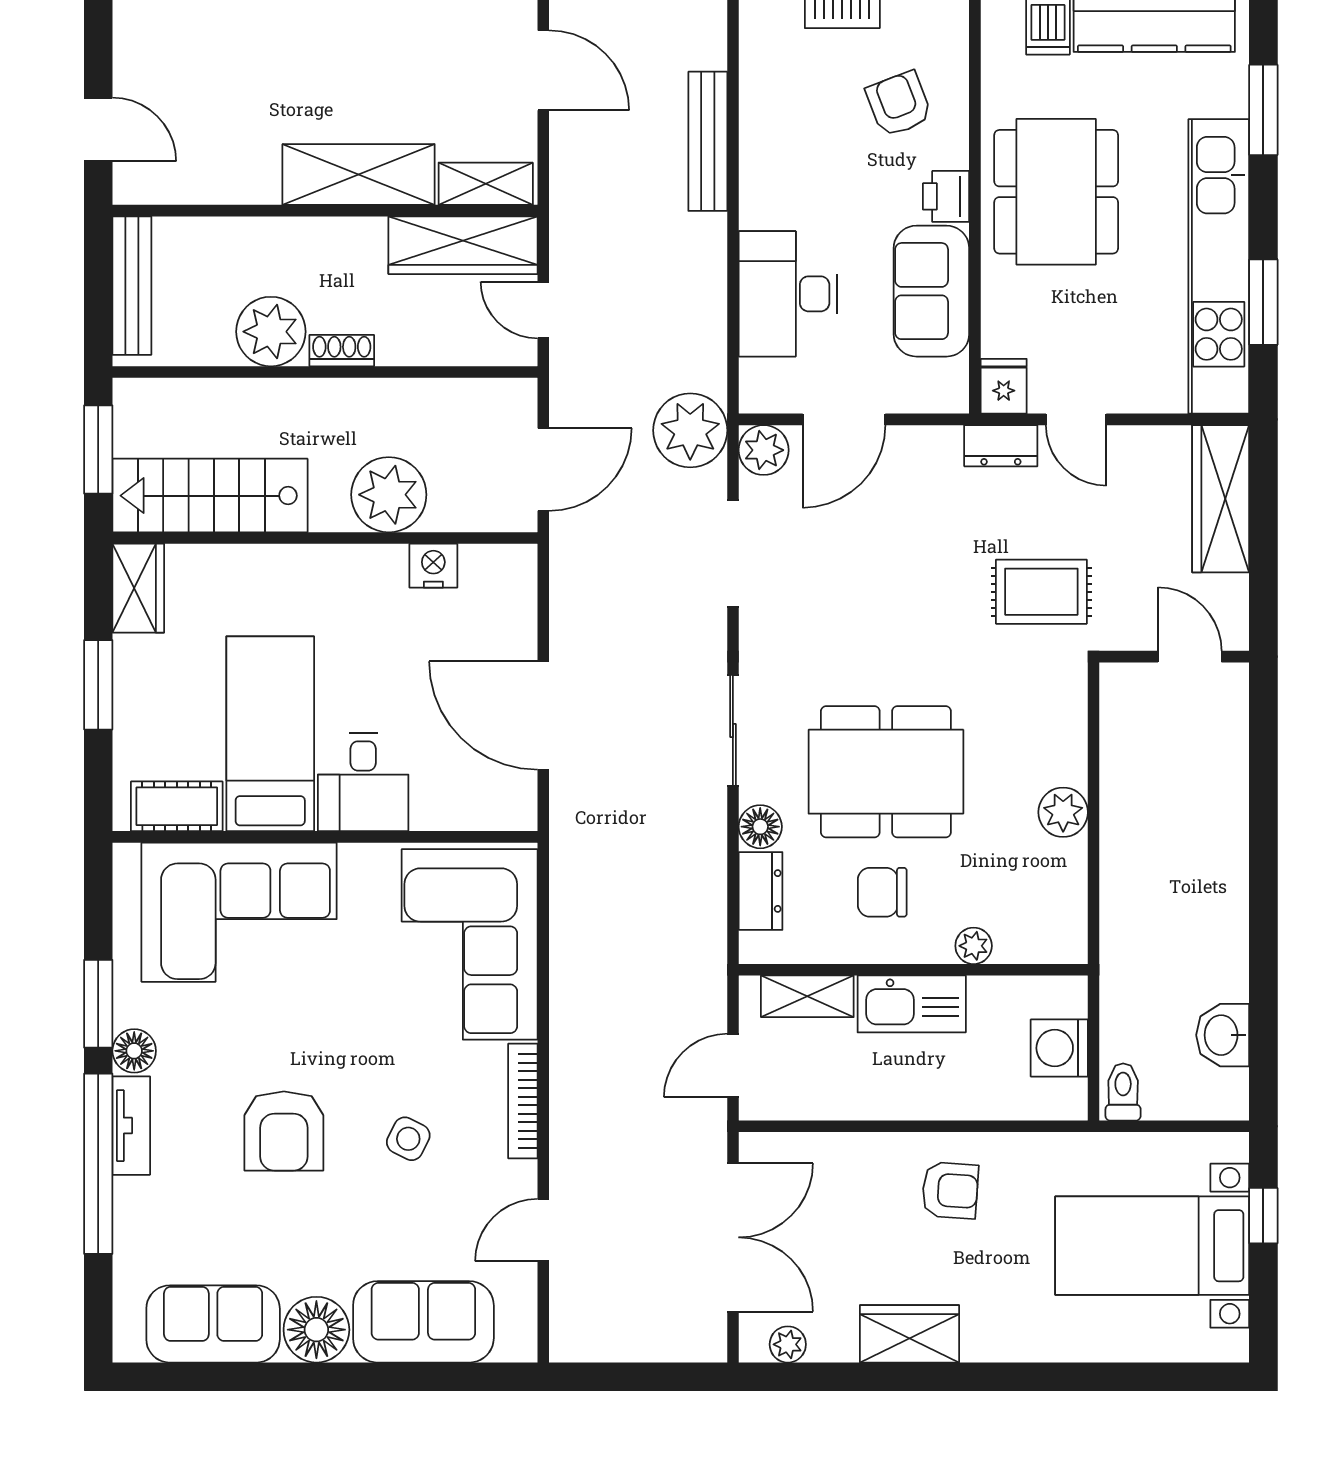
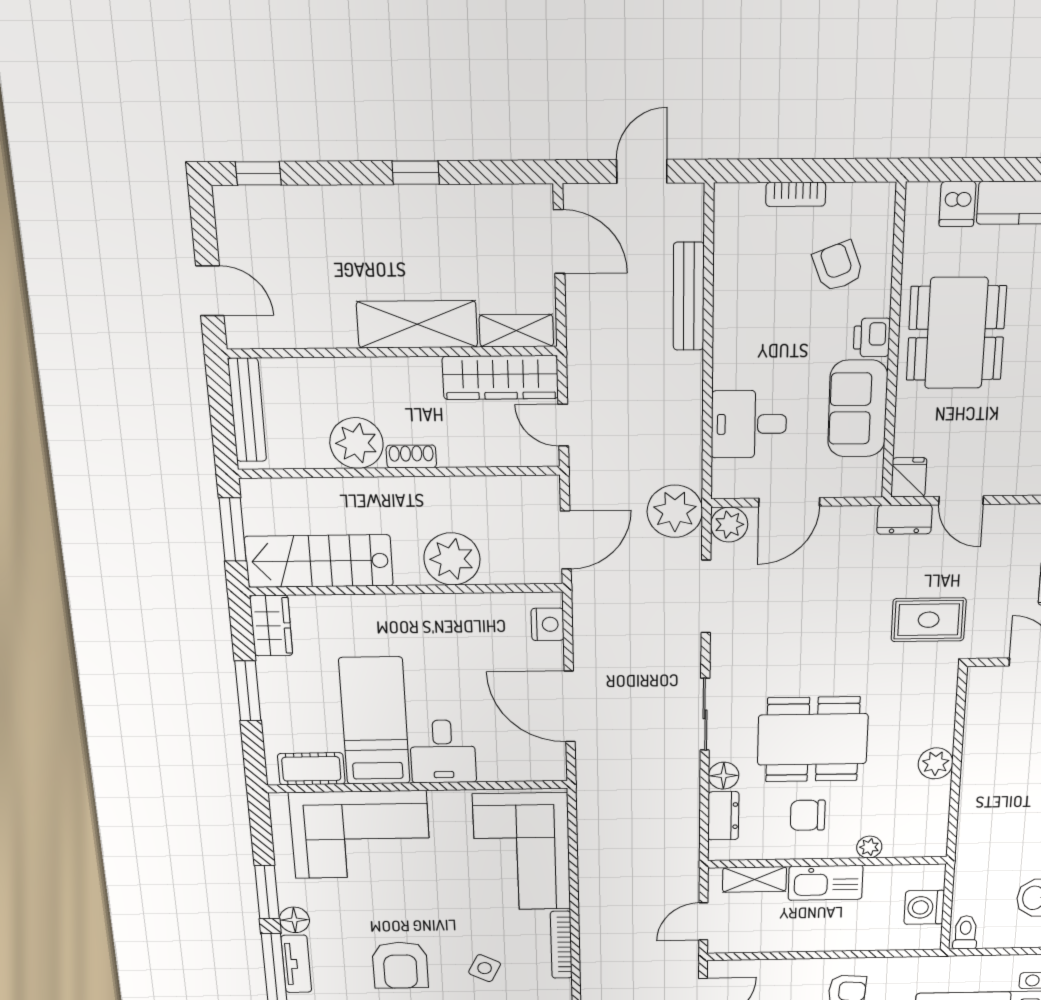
desk: (788, 294) -> (749, 424), width x0.73
nightstand: (433, 566) -> (548, 624), moved, turned 90

